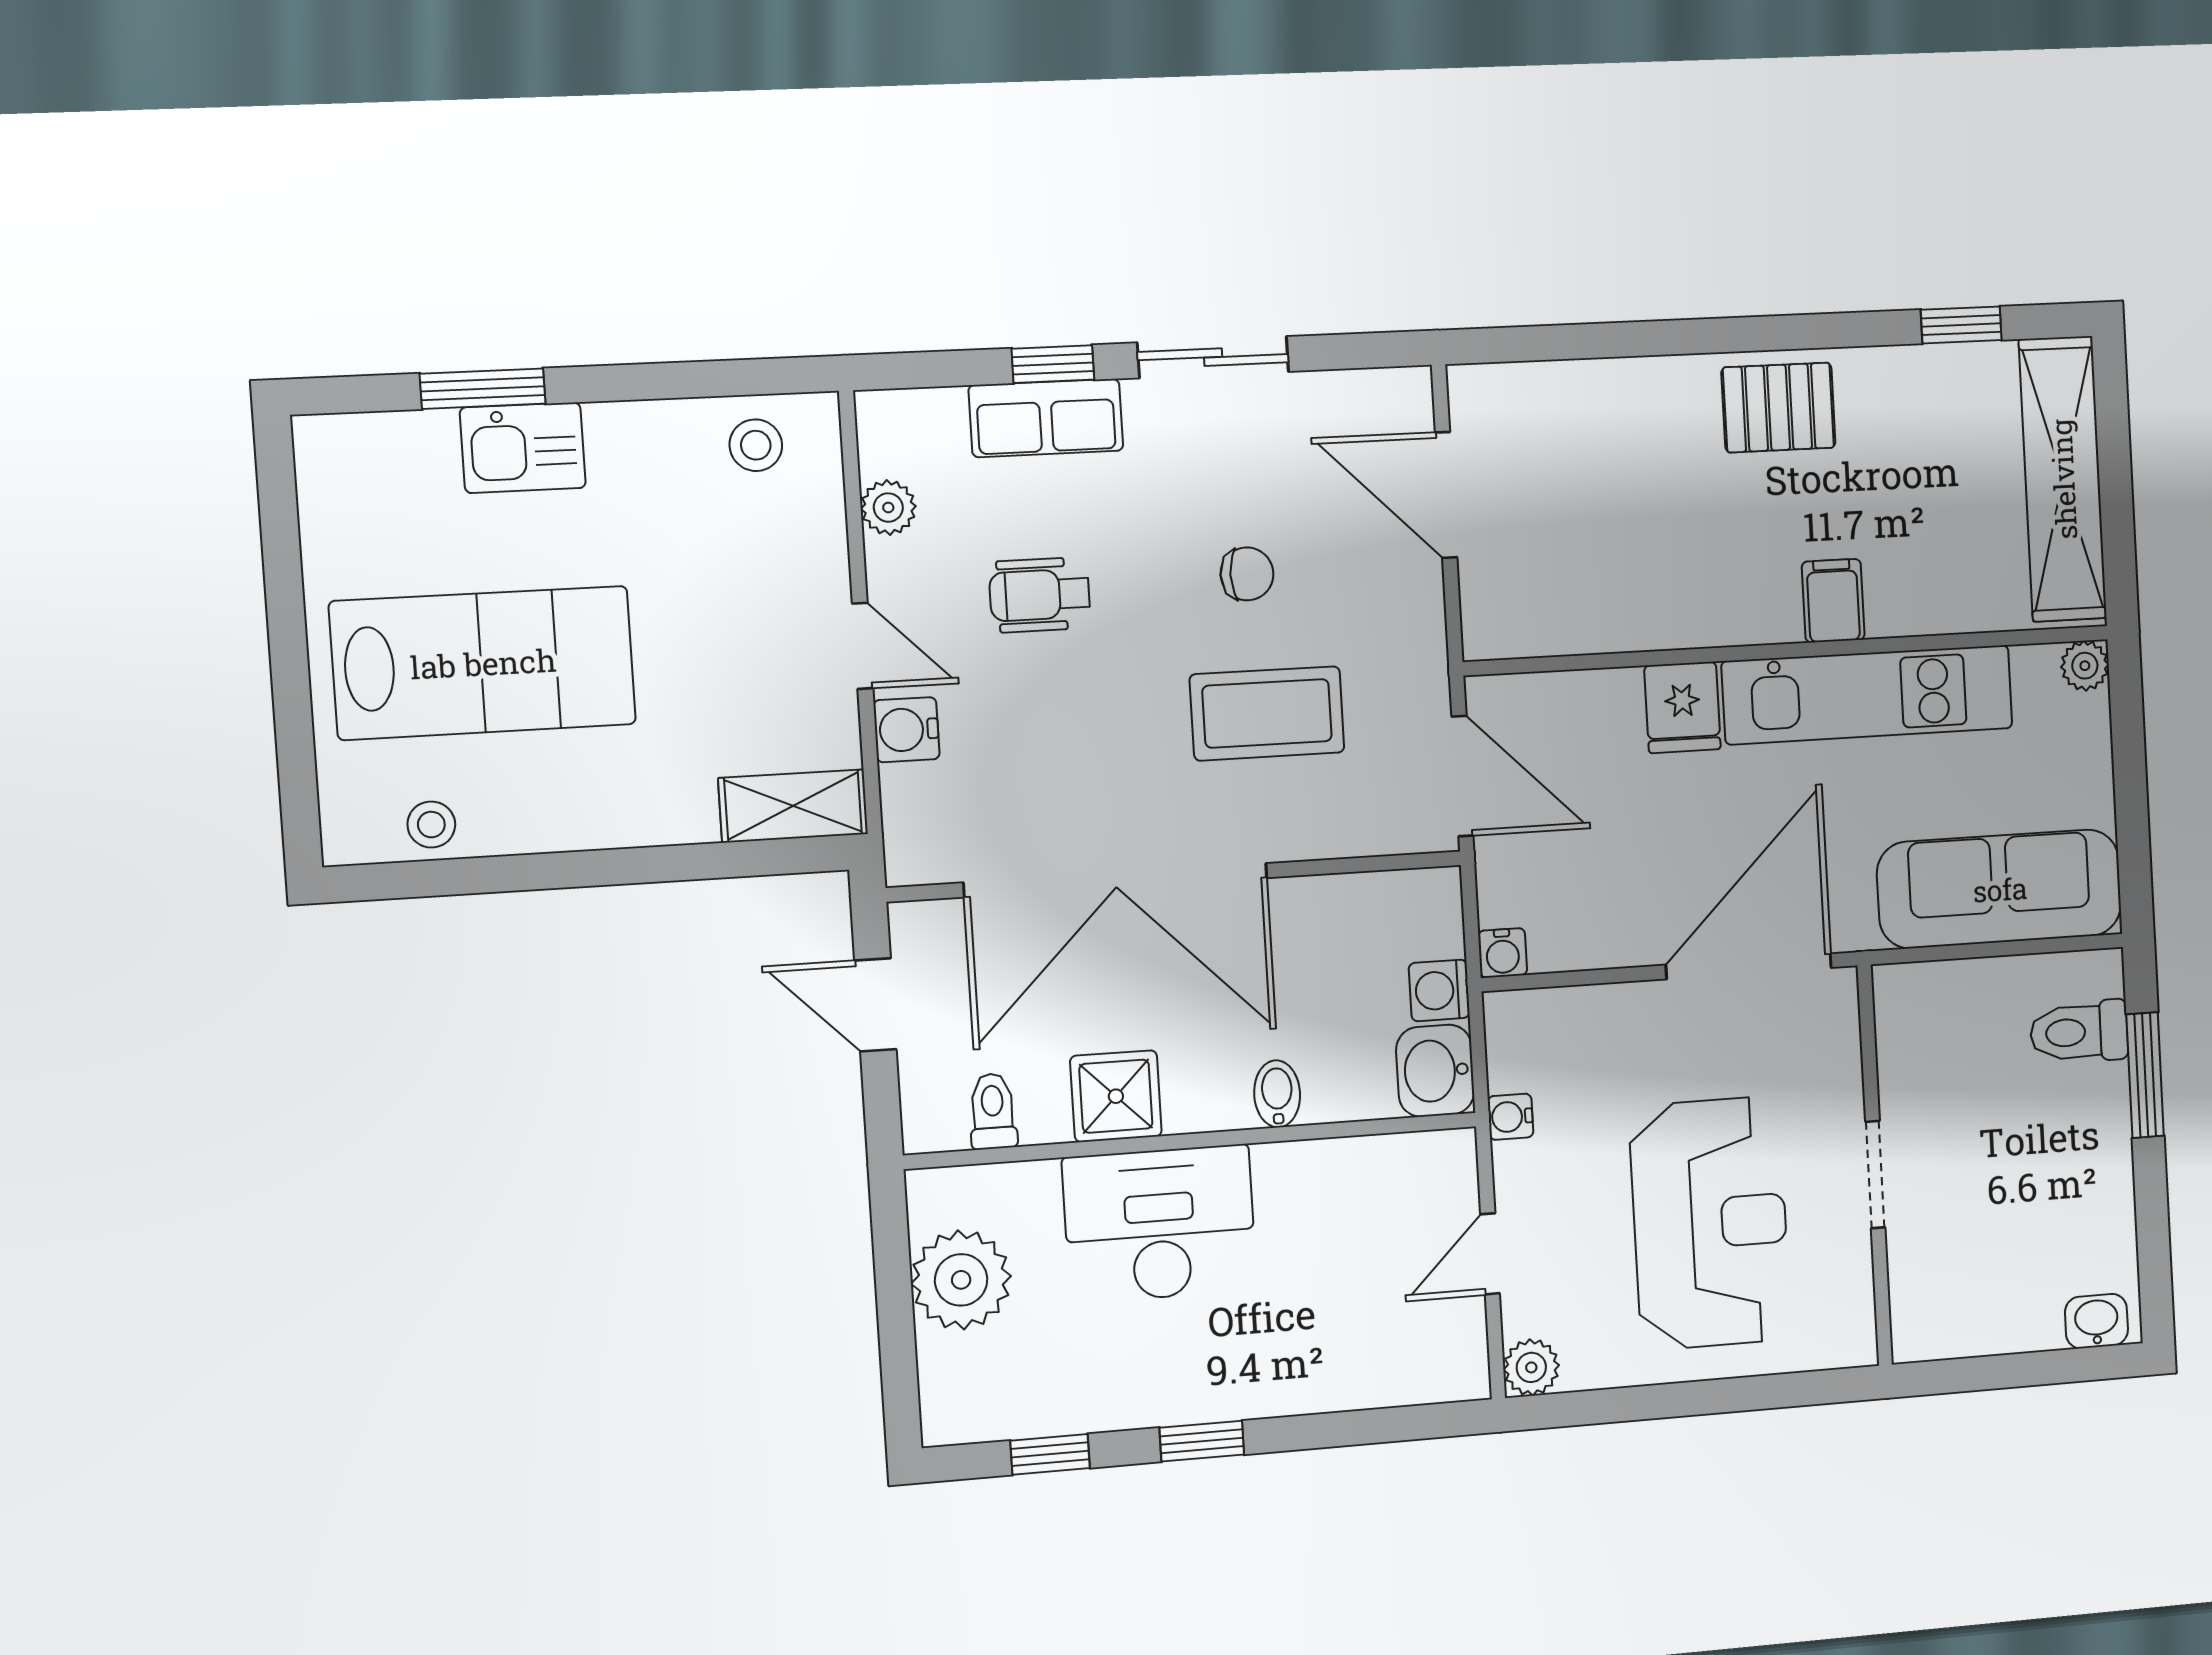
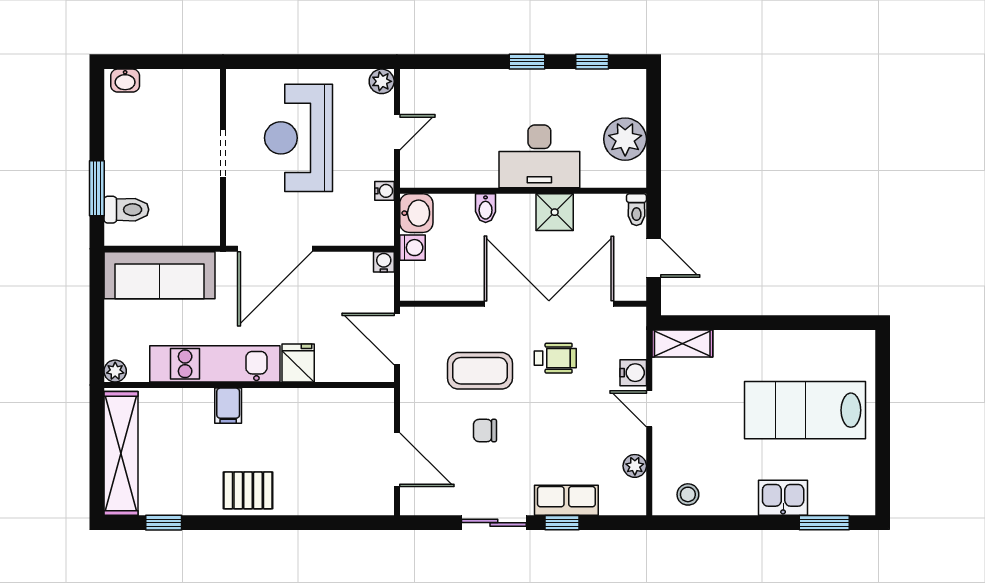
window: (483, 389) -> (824, 523), moved
wheelchair: (1040, 595) -> (555, 358), moved
stool: (431, 825) -> (830, 345), removed
toilet: (993, 1111) -> (636, 210), moved

